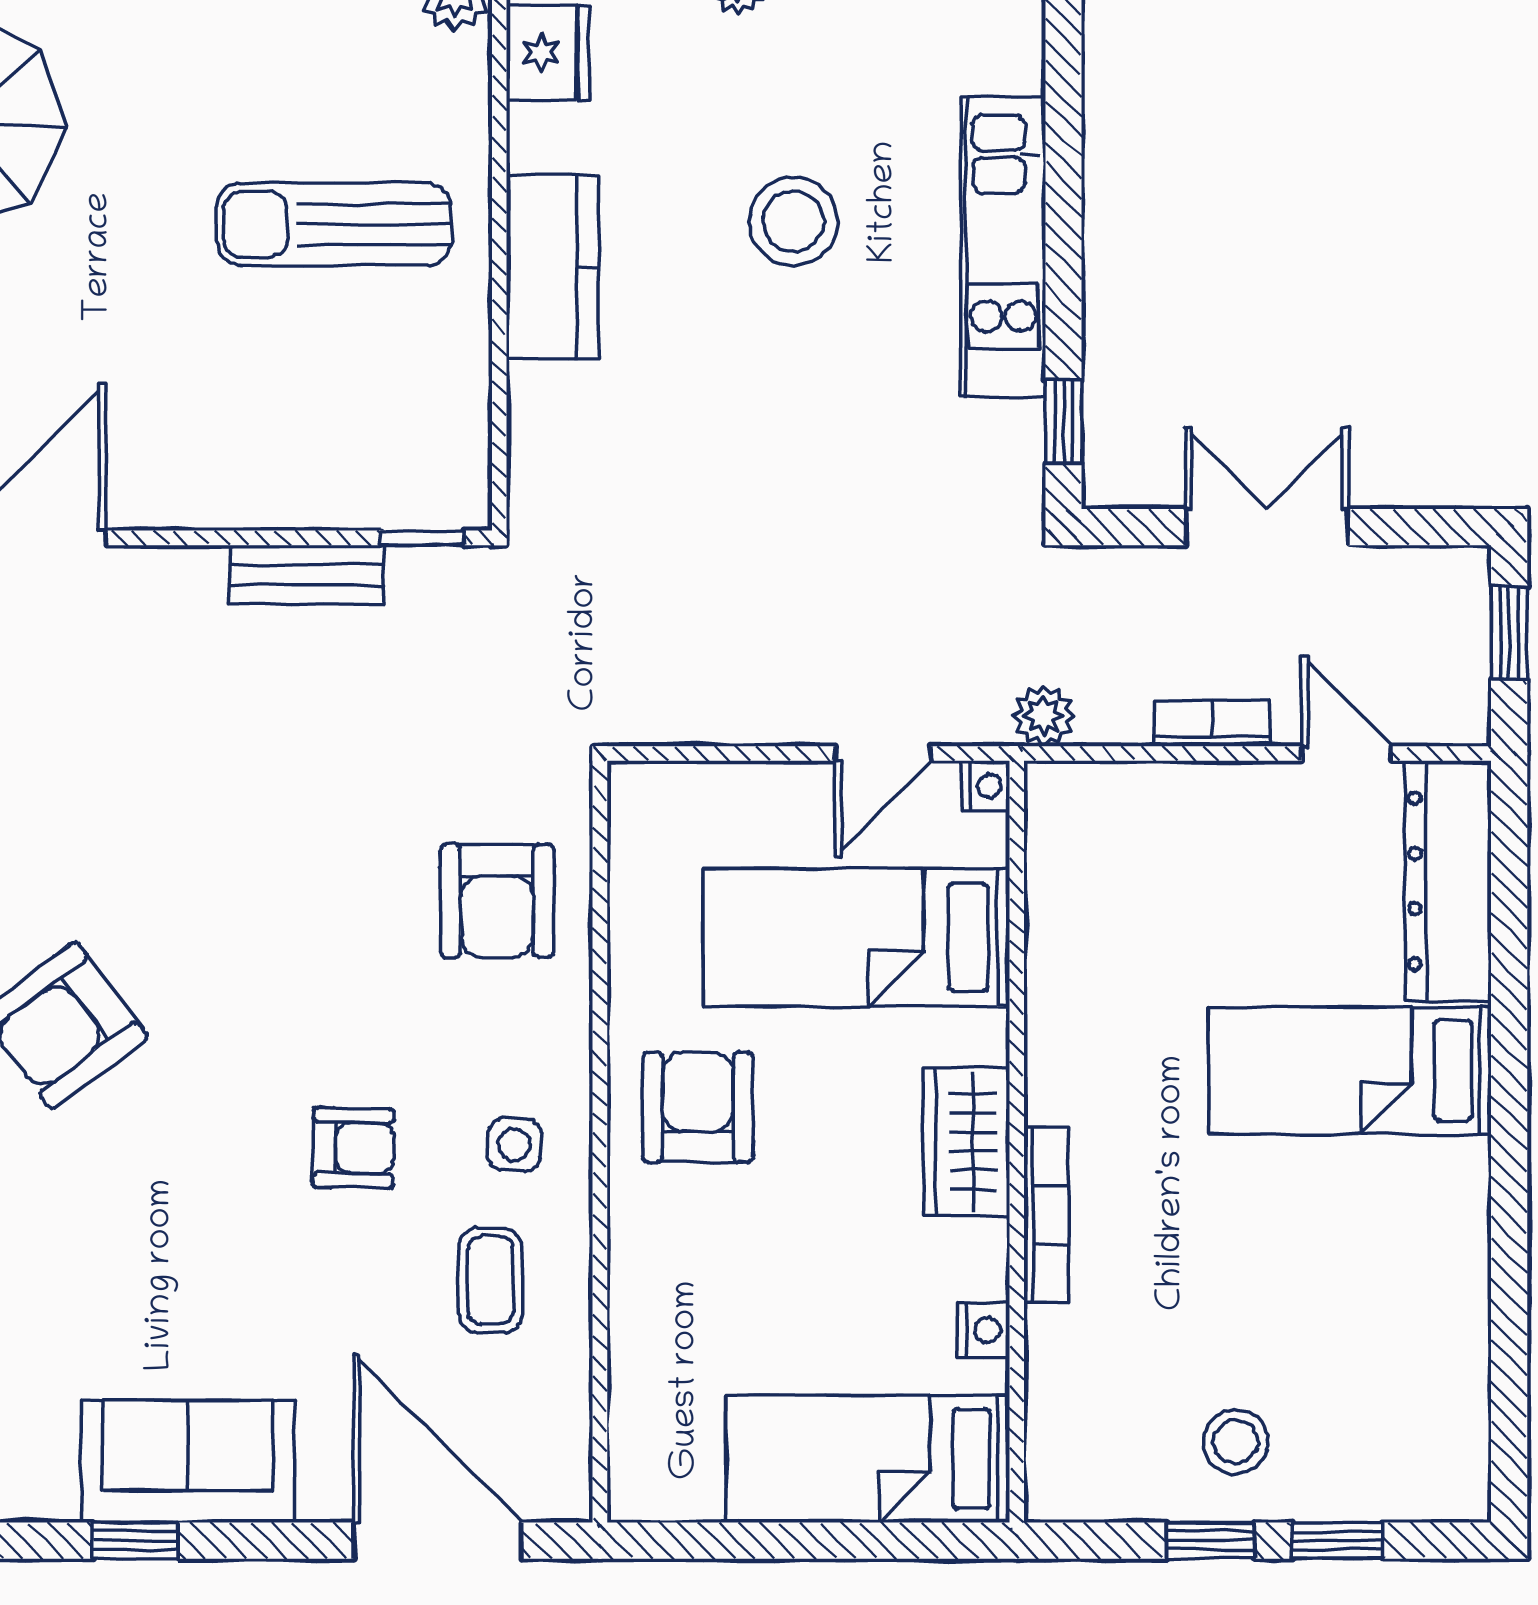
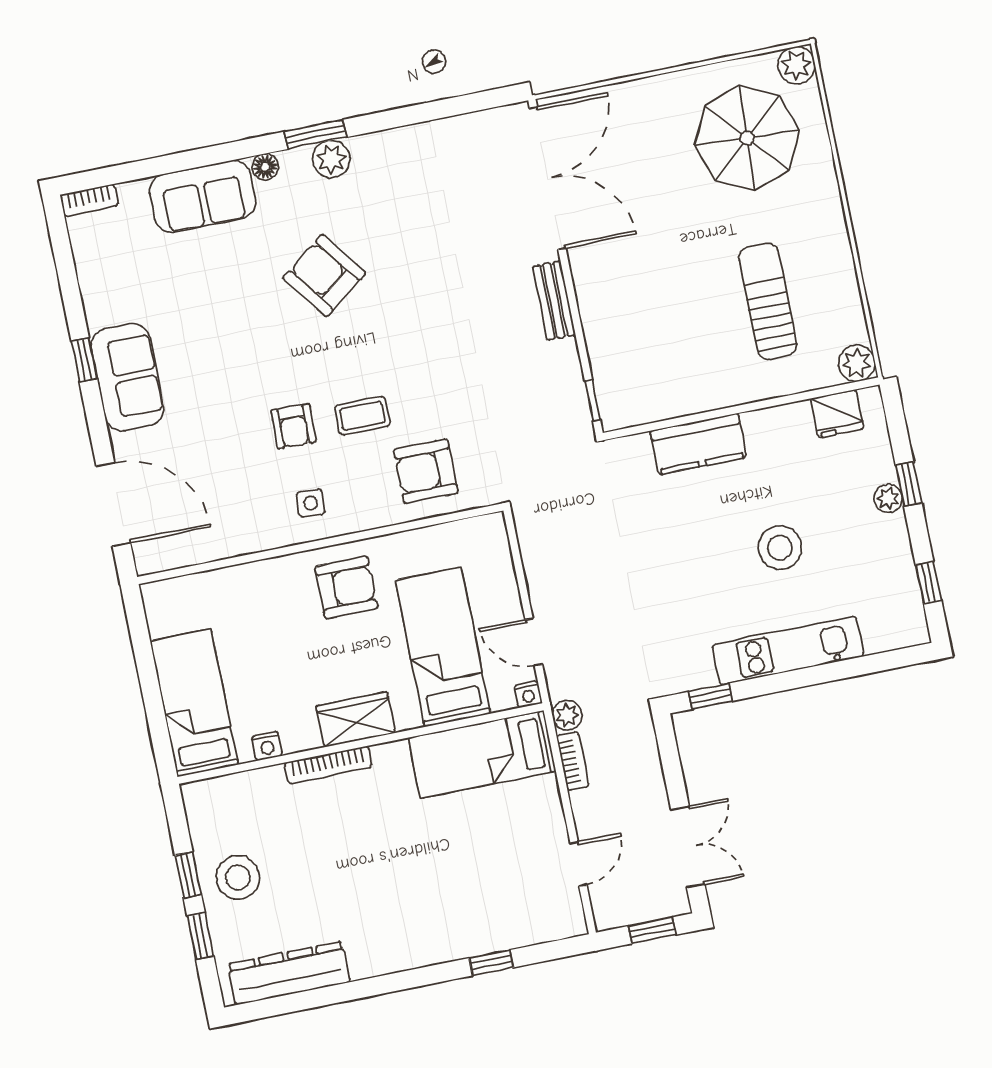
sun lounger: (334, 224) -> (768, 301), moved
kitchen counter: (553, 267) -> (698, 444), moved
double door: (1267, 527) -> (688, 847), moved
bench: (307, 575) -> (554, 301), moved
bookcase: (1212, 723) -> (573, 761), moved
dresser: (1448, 881) -> (289, 973), moved
window: (1509, 968) -> (491, 963), added
bed: (1350, 1071) -> (482, 754), moved, turned -90
coffee table: (490, 1280) -> (362, 416), moved
stool: (1236, 1442) -> (238, 877), width x1.38, depth x1.38
door: (437, 1541) -> (113, 504), hinge flipped

